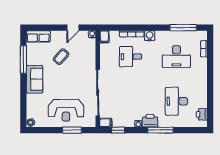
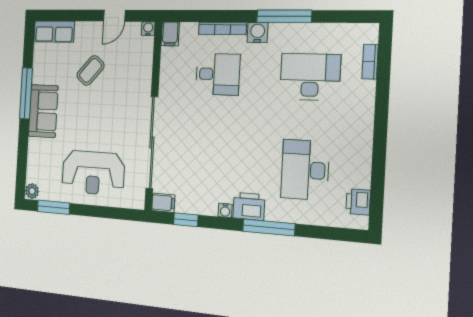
window: (183, 28) -> (284, 16), moved
desk: (131, 57) -> (218, 74), turned 180
desk: (176, 57) -> (310, 77), turned 180
window: (23, 59) -> (26, 93), moved
window: (72, 130) -> (54, 207), moved

